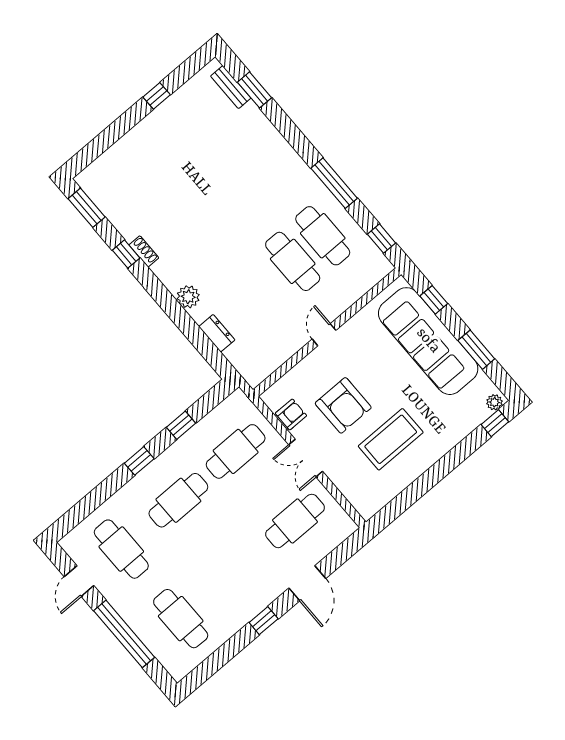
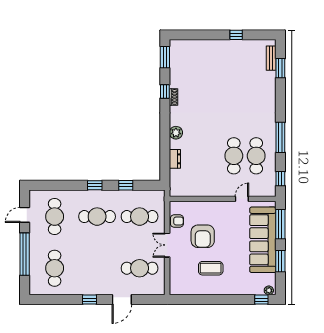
window: (434, 300) -> (280, 224), width x2.17
door: (324, 335) -> (242, 199), moved
coffee table: (391, 439) -> (211, 268), width x0.73, depth x0.76

